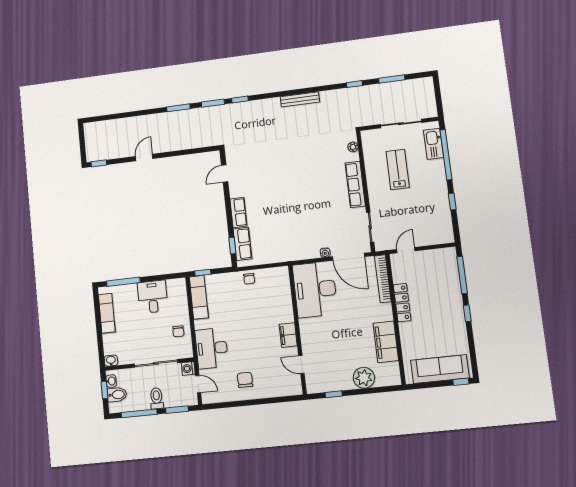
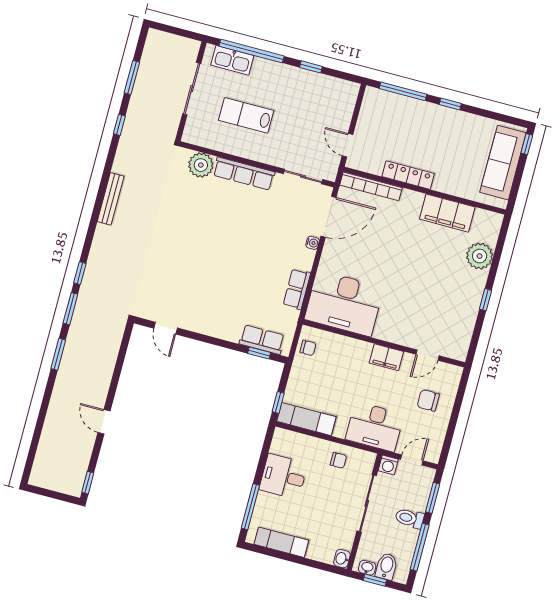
plant: (353, 147) -> (201, 165), width x1.87, depth x1.87
row of seats: (238, 212) -> (297, 289), moved, turned -90
desk: (315, 289) -> (344, 303), moved
wall: (297, 329) -> (384, 343), moved
filing cabinet: (288, 335) -> (386, 357), moved
door: (301, 364) -> (428, 355), moved

